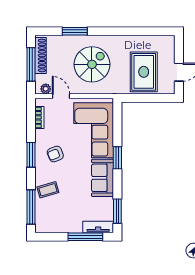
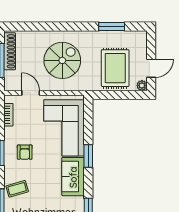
window: (75, 31) -> (112, 27), moved
plant: (46, 89) -> (142, 85), moved
armchair: (55, 154) -> (25, 152), turned -68

